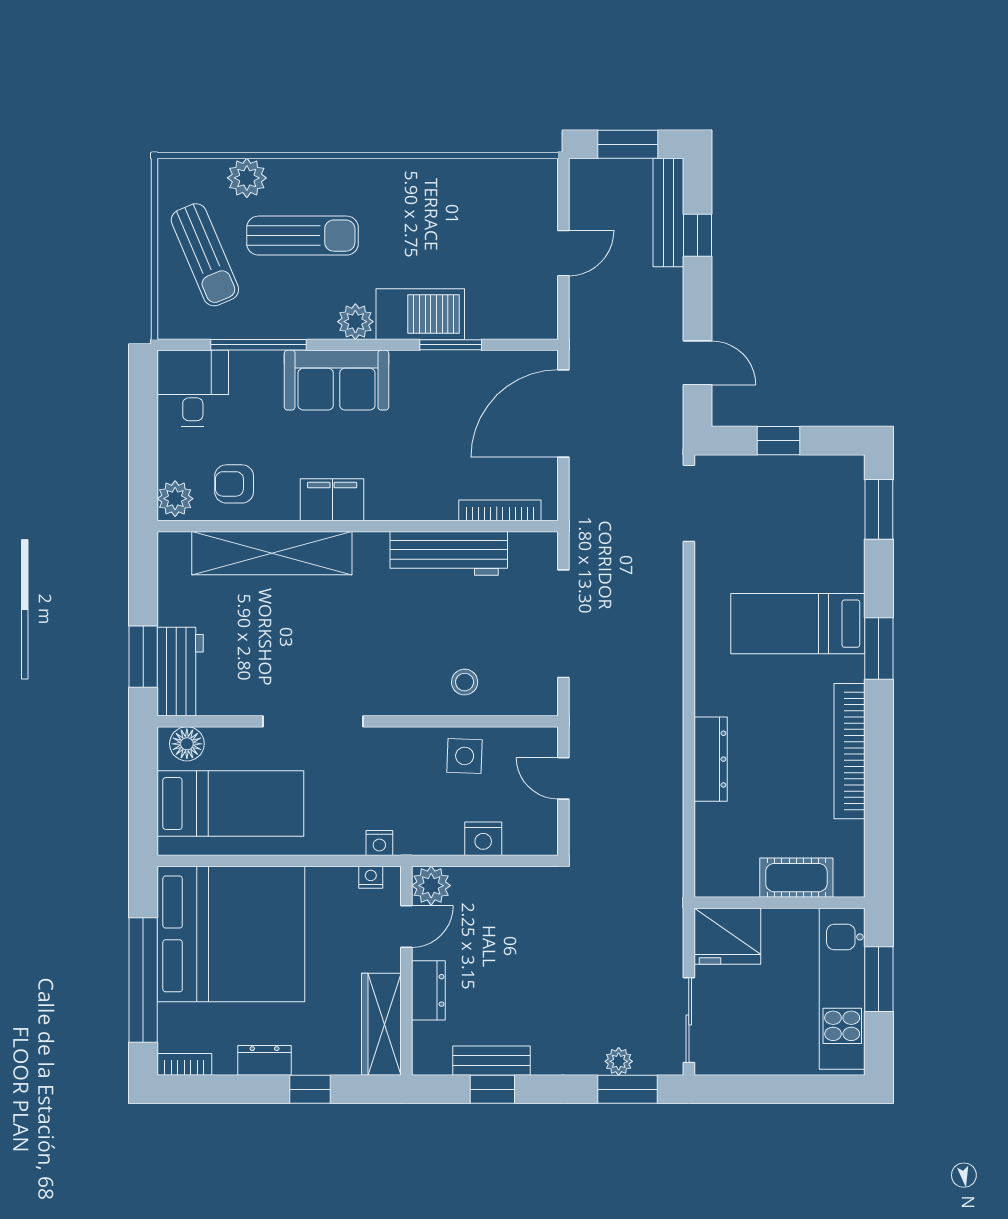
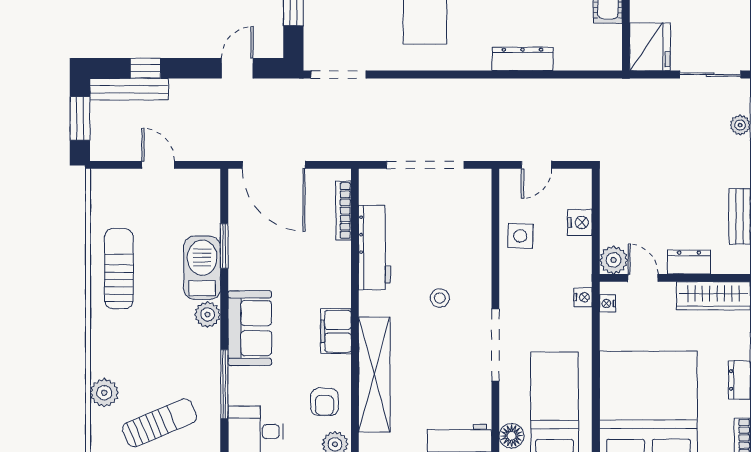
sun lounger: (303, 236) -> (119, 269), moved
stool: (465, 682) -> (440, 298), moved

